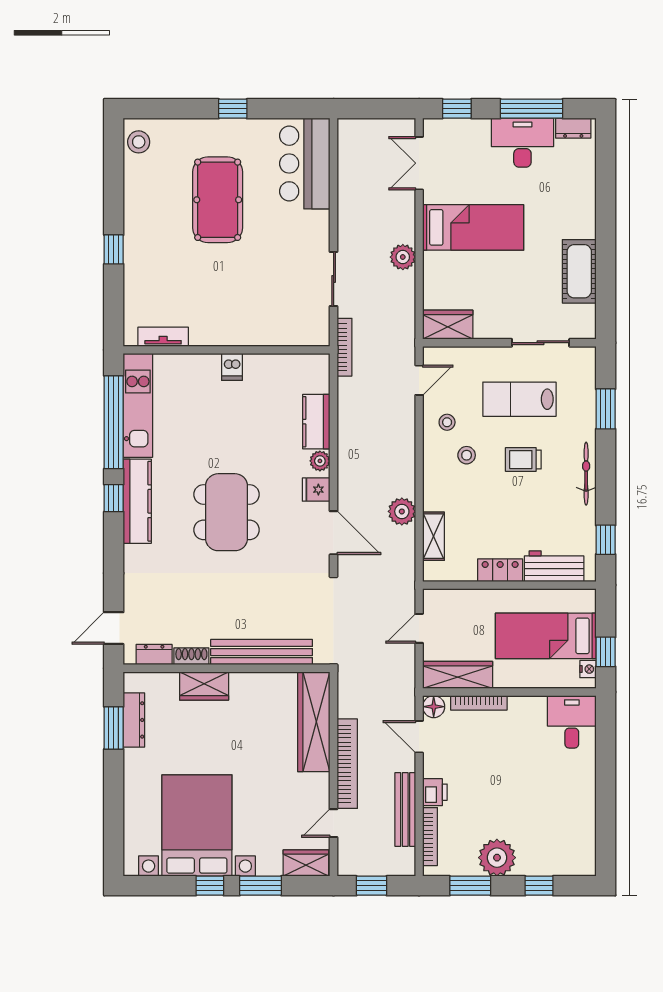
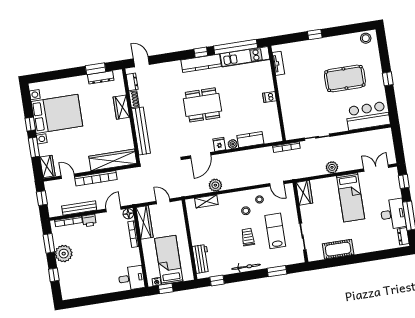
locker: (500, 570) -> (196, 234), removed

